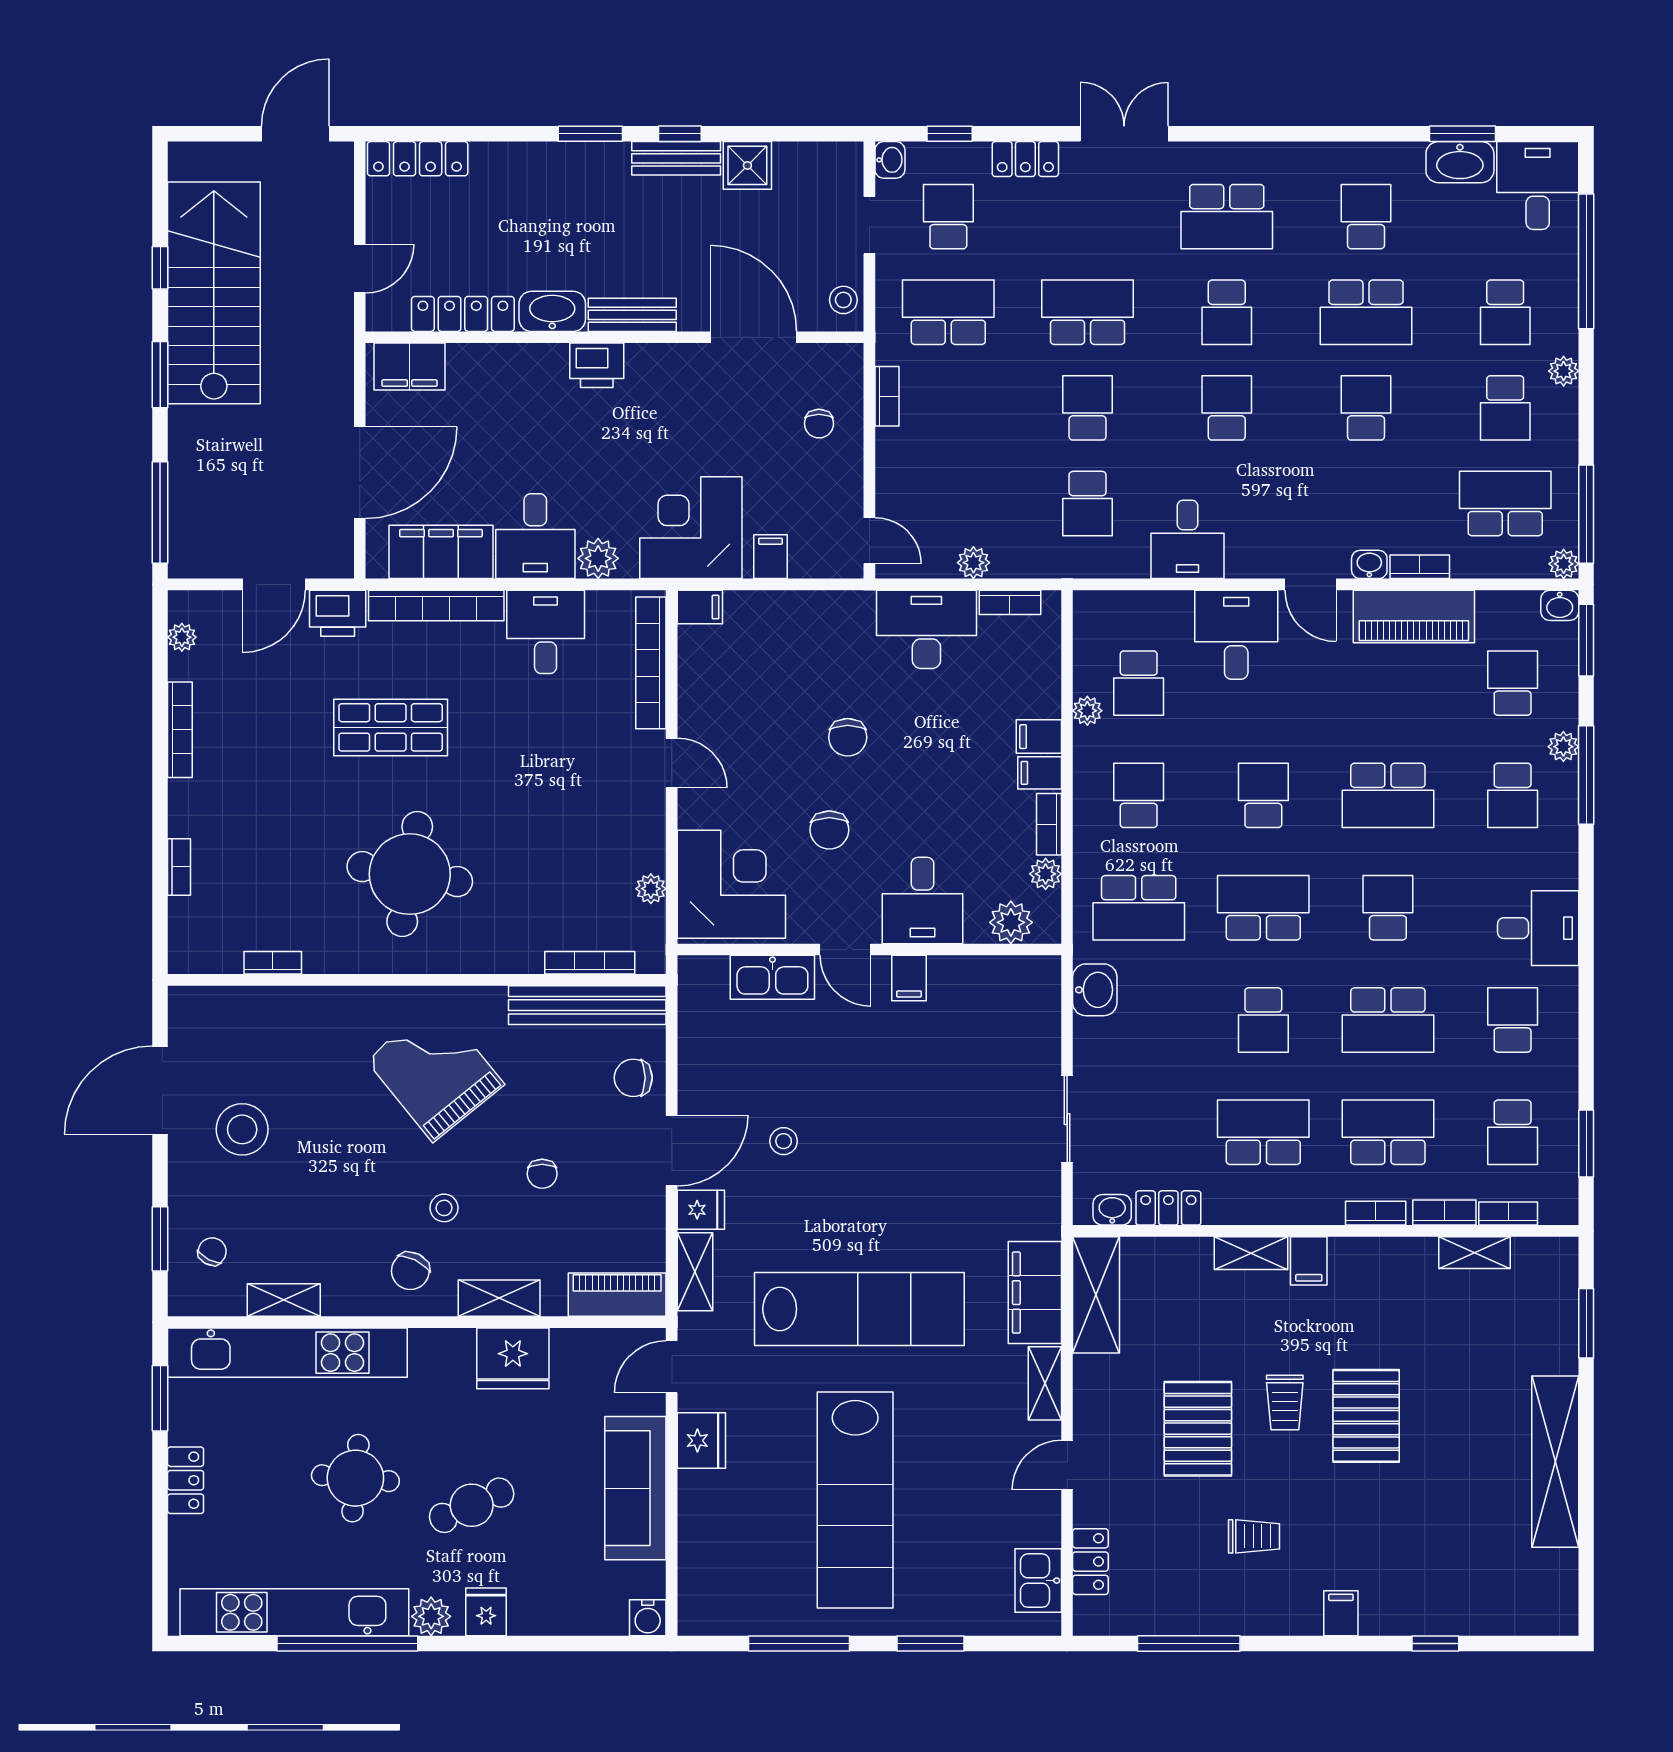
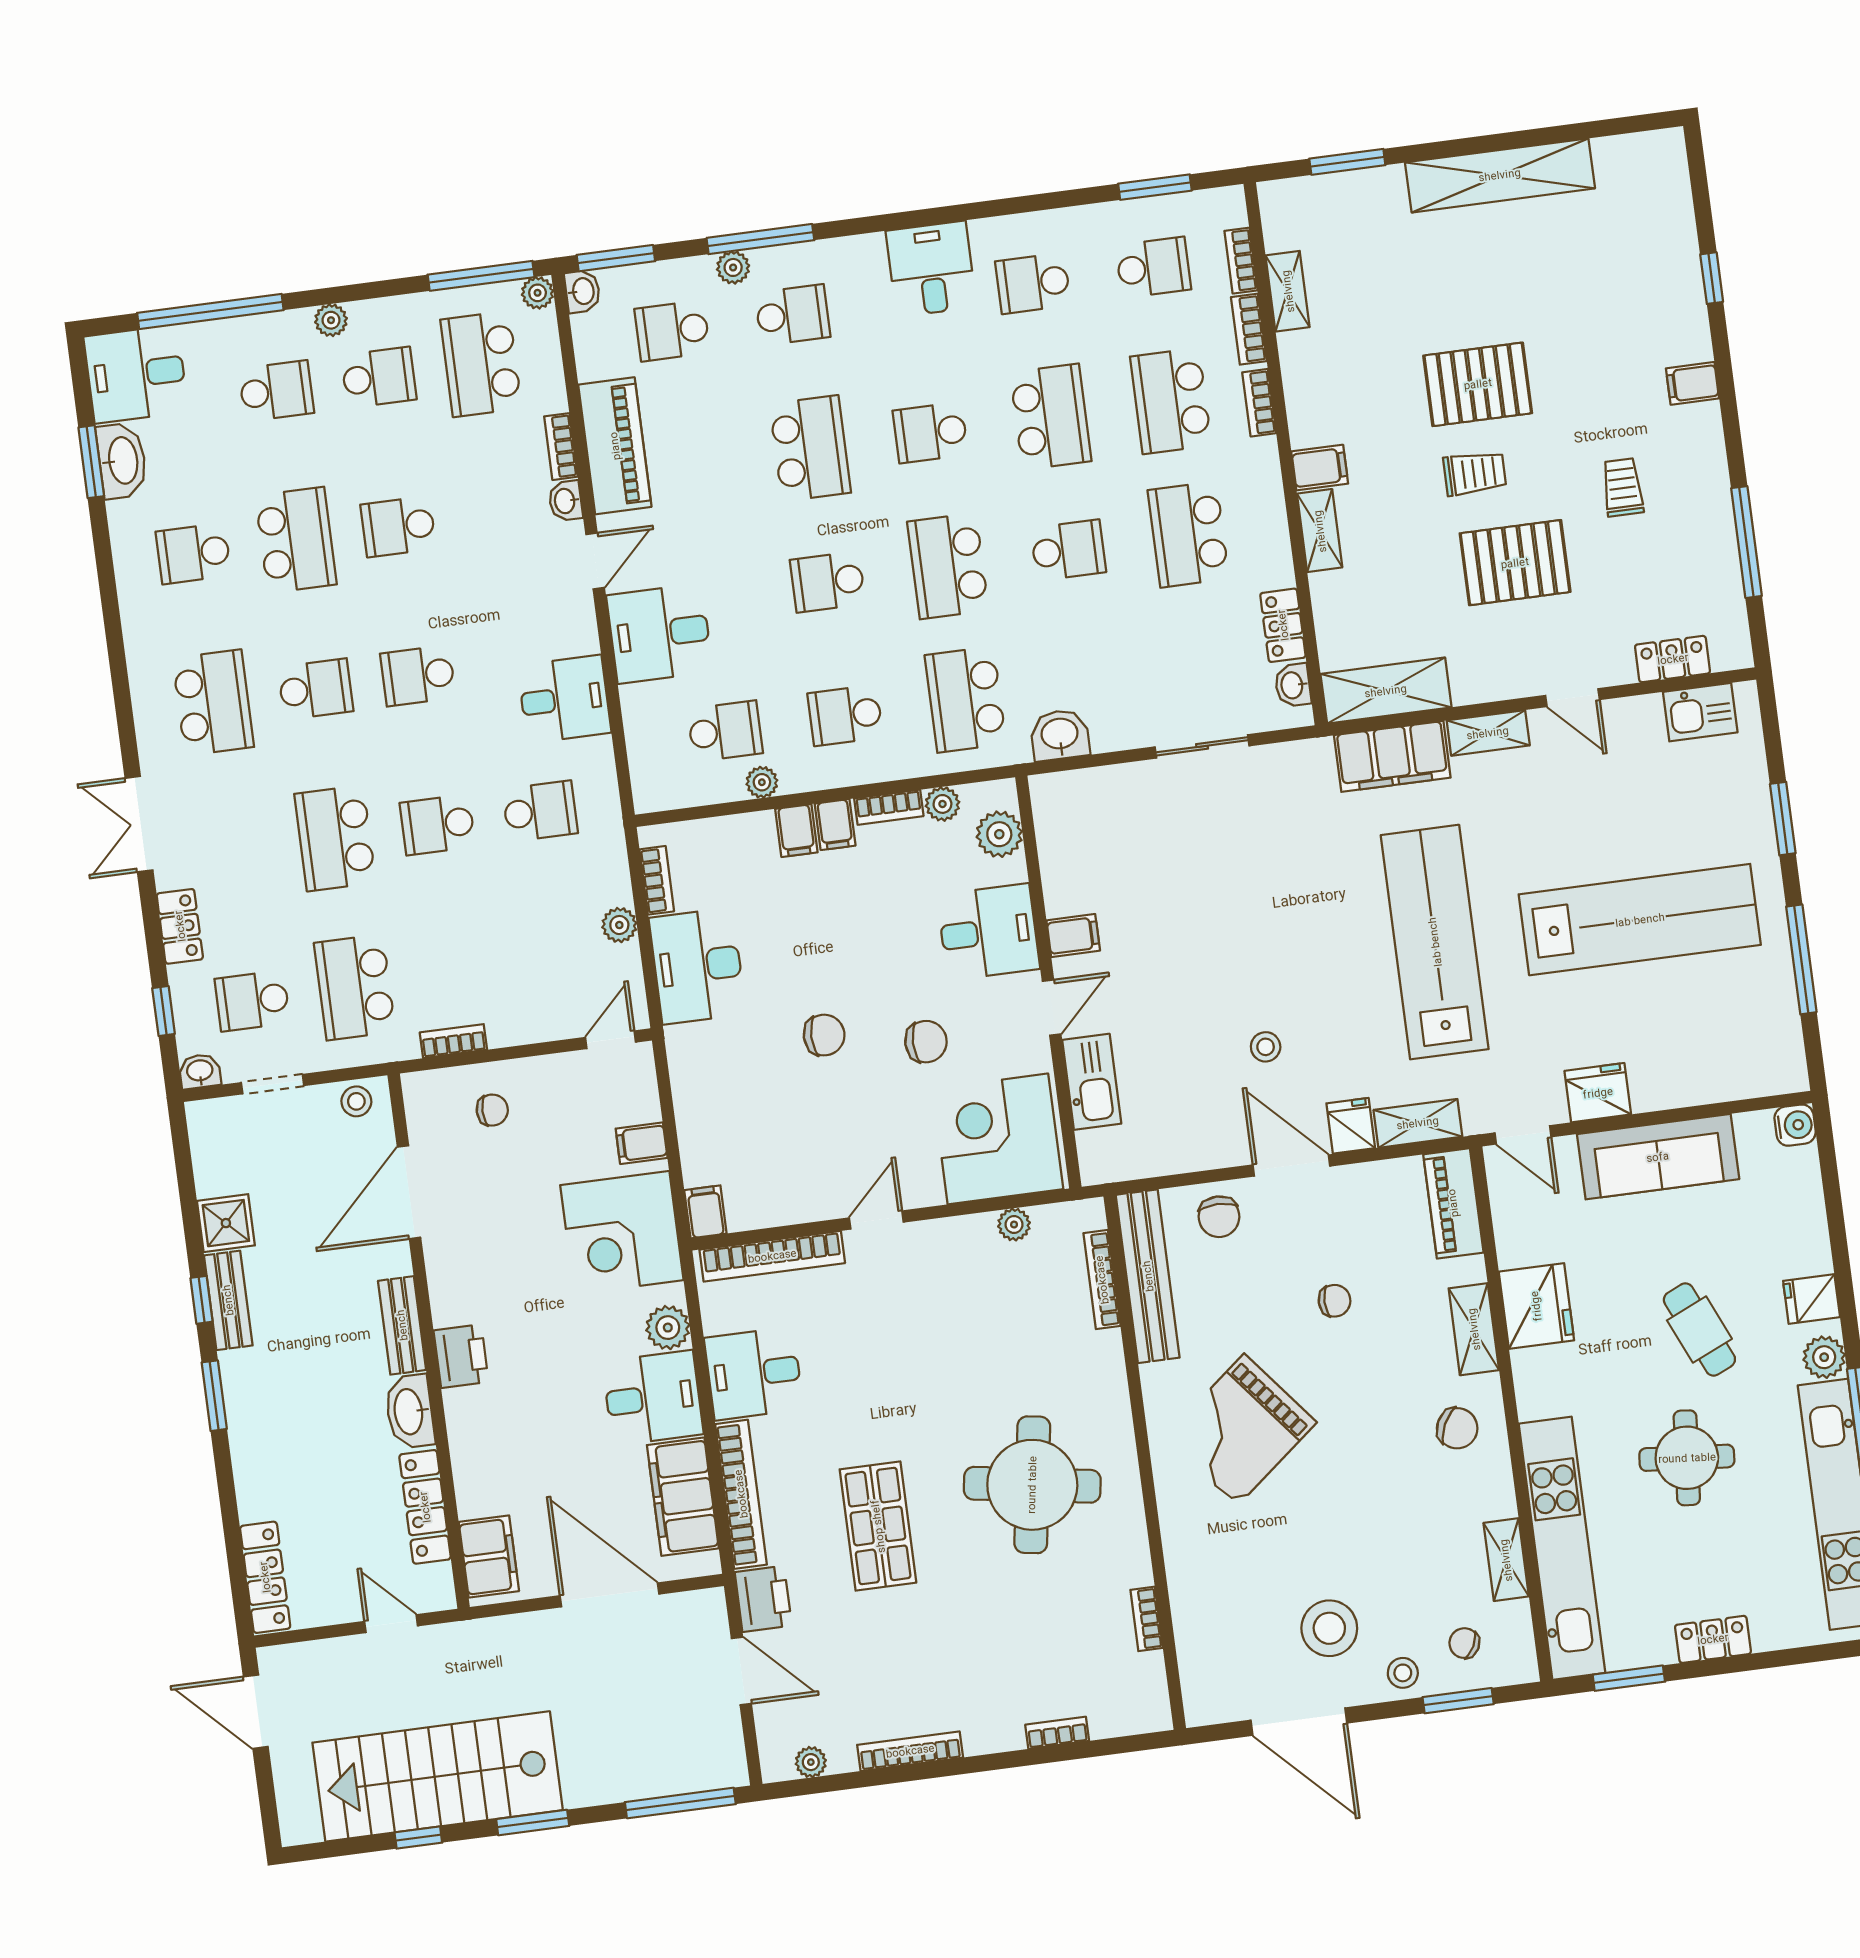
school desk: (1139, 908) -> (966, 699), turned 180
stool: (444, 1208) -> (1403, 1673), moved

